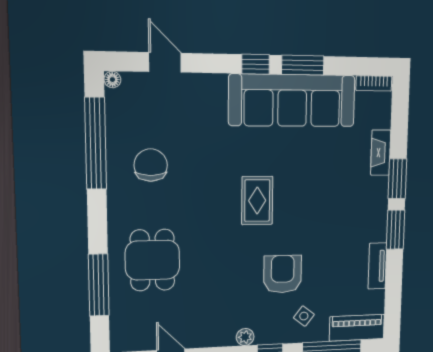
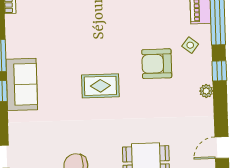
sofa: (292, 100) -> (22, 84), width x0.54, depth x0.79

